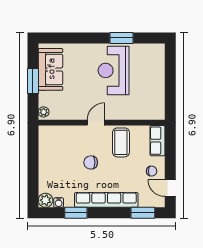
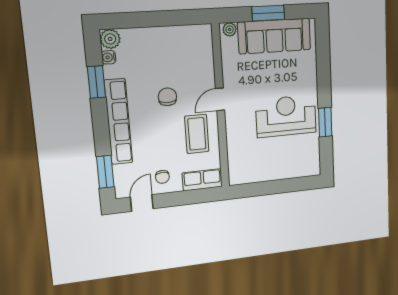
sofa: (51, 69) -> (274, 36), width x1.36
door: (96, 123) -> (220, 99), swing flipped
coffee table: (121, 142) -> (197, 134), turned 90

